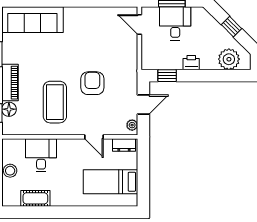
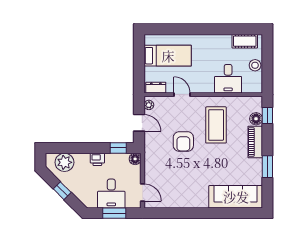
floor lamp: (148, 63) -> (135, 159), added
door: (143, 105) -> (139, 123), swing flipped
cot: (35, 198) -> (245, 41), moved

